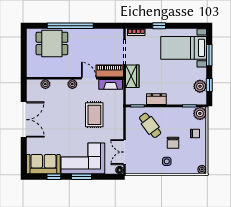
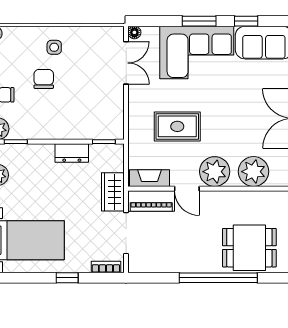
plant: (45, 84) -> (253, 172), width x1.87, depth x1.87
plant: (72, 84) -> (215, 172), width x1.88, depth x1.88
rug: (94, 115) -> (177, 126), turned 90
cafe table: (150, 125) -> (82, 108), removed

